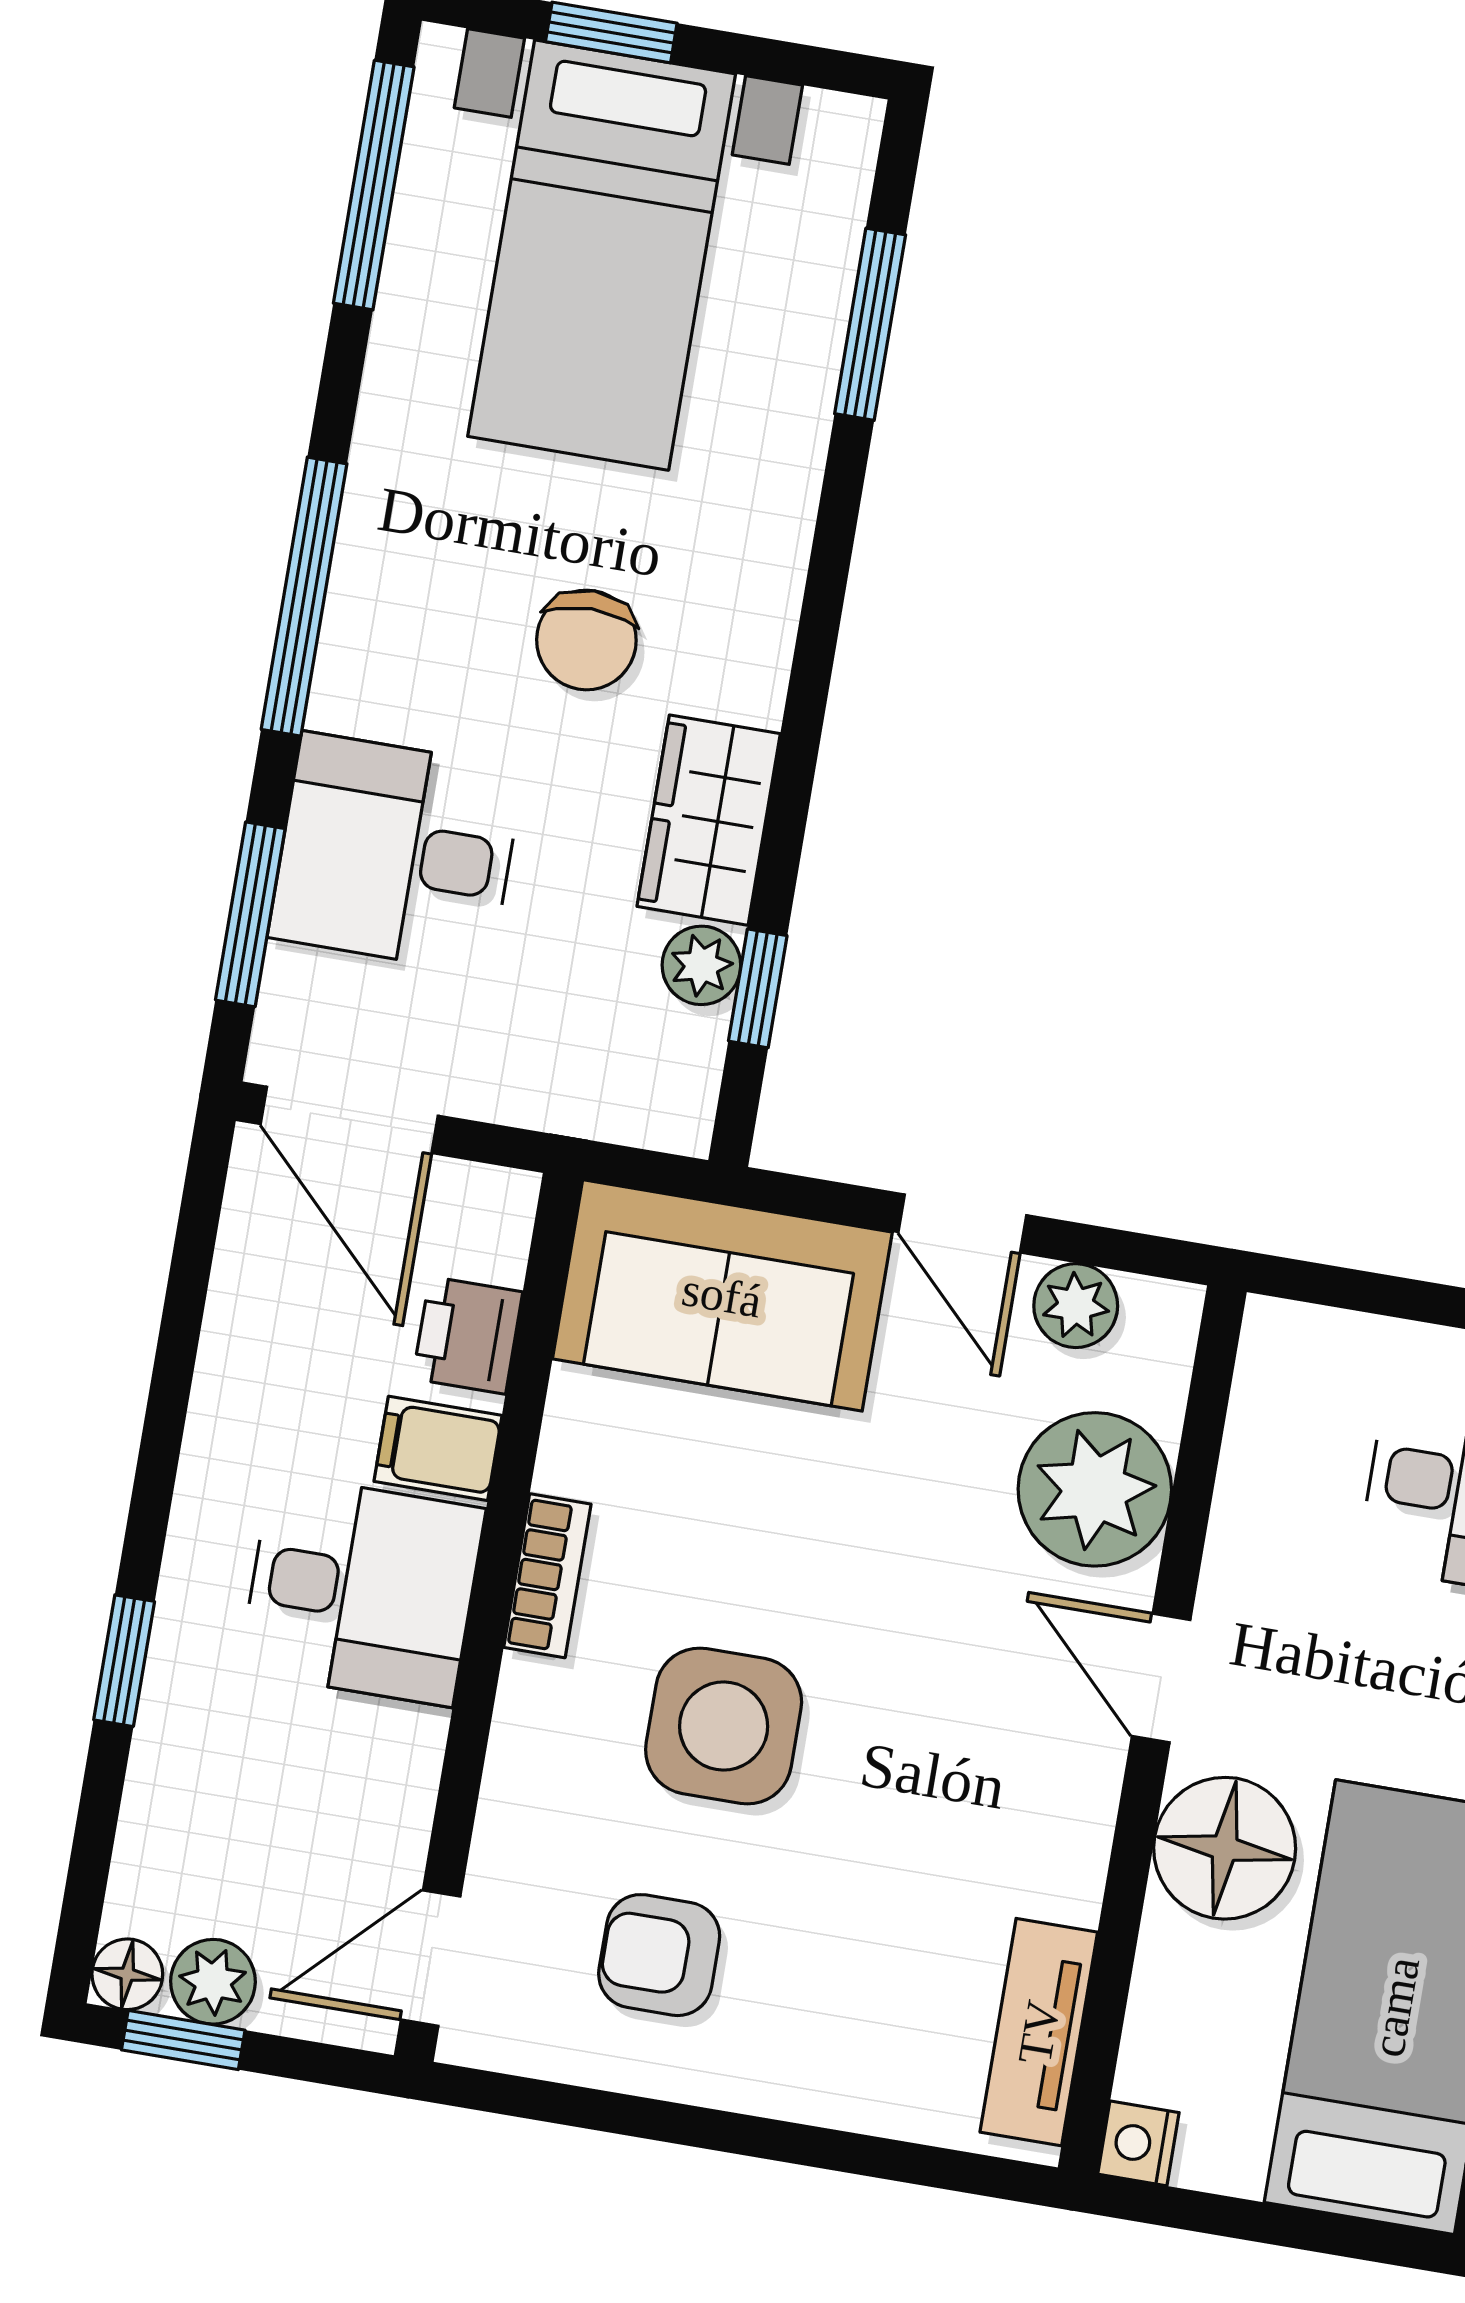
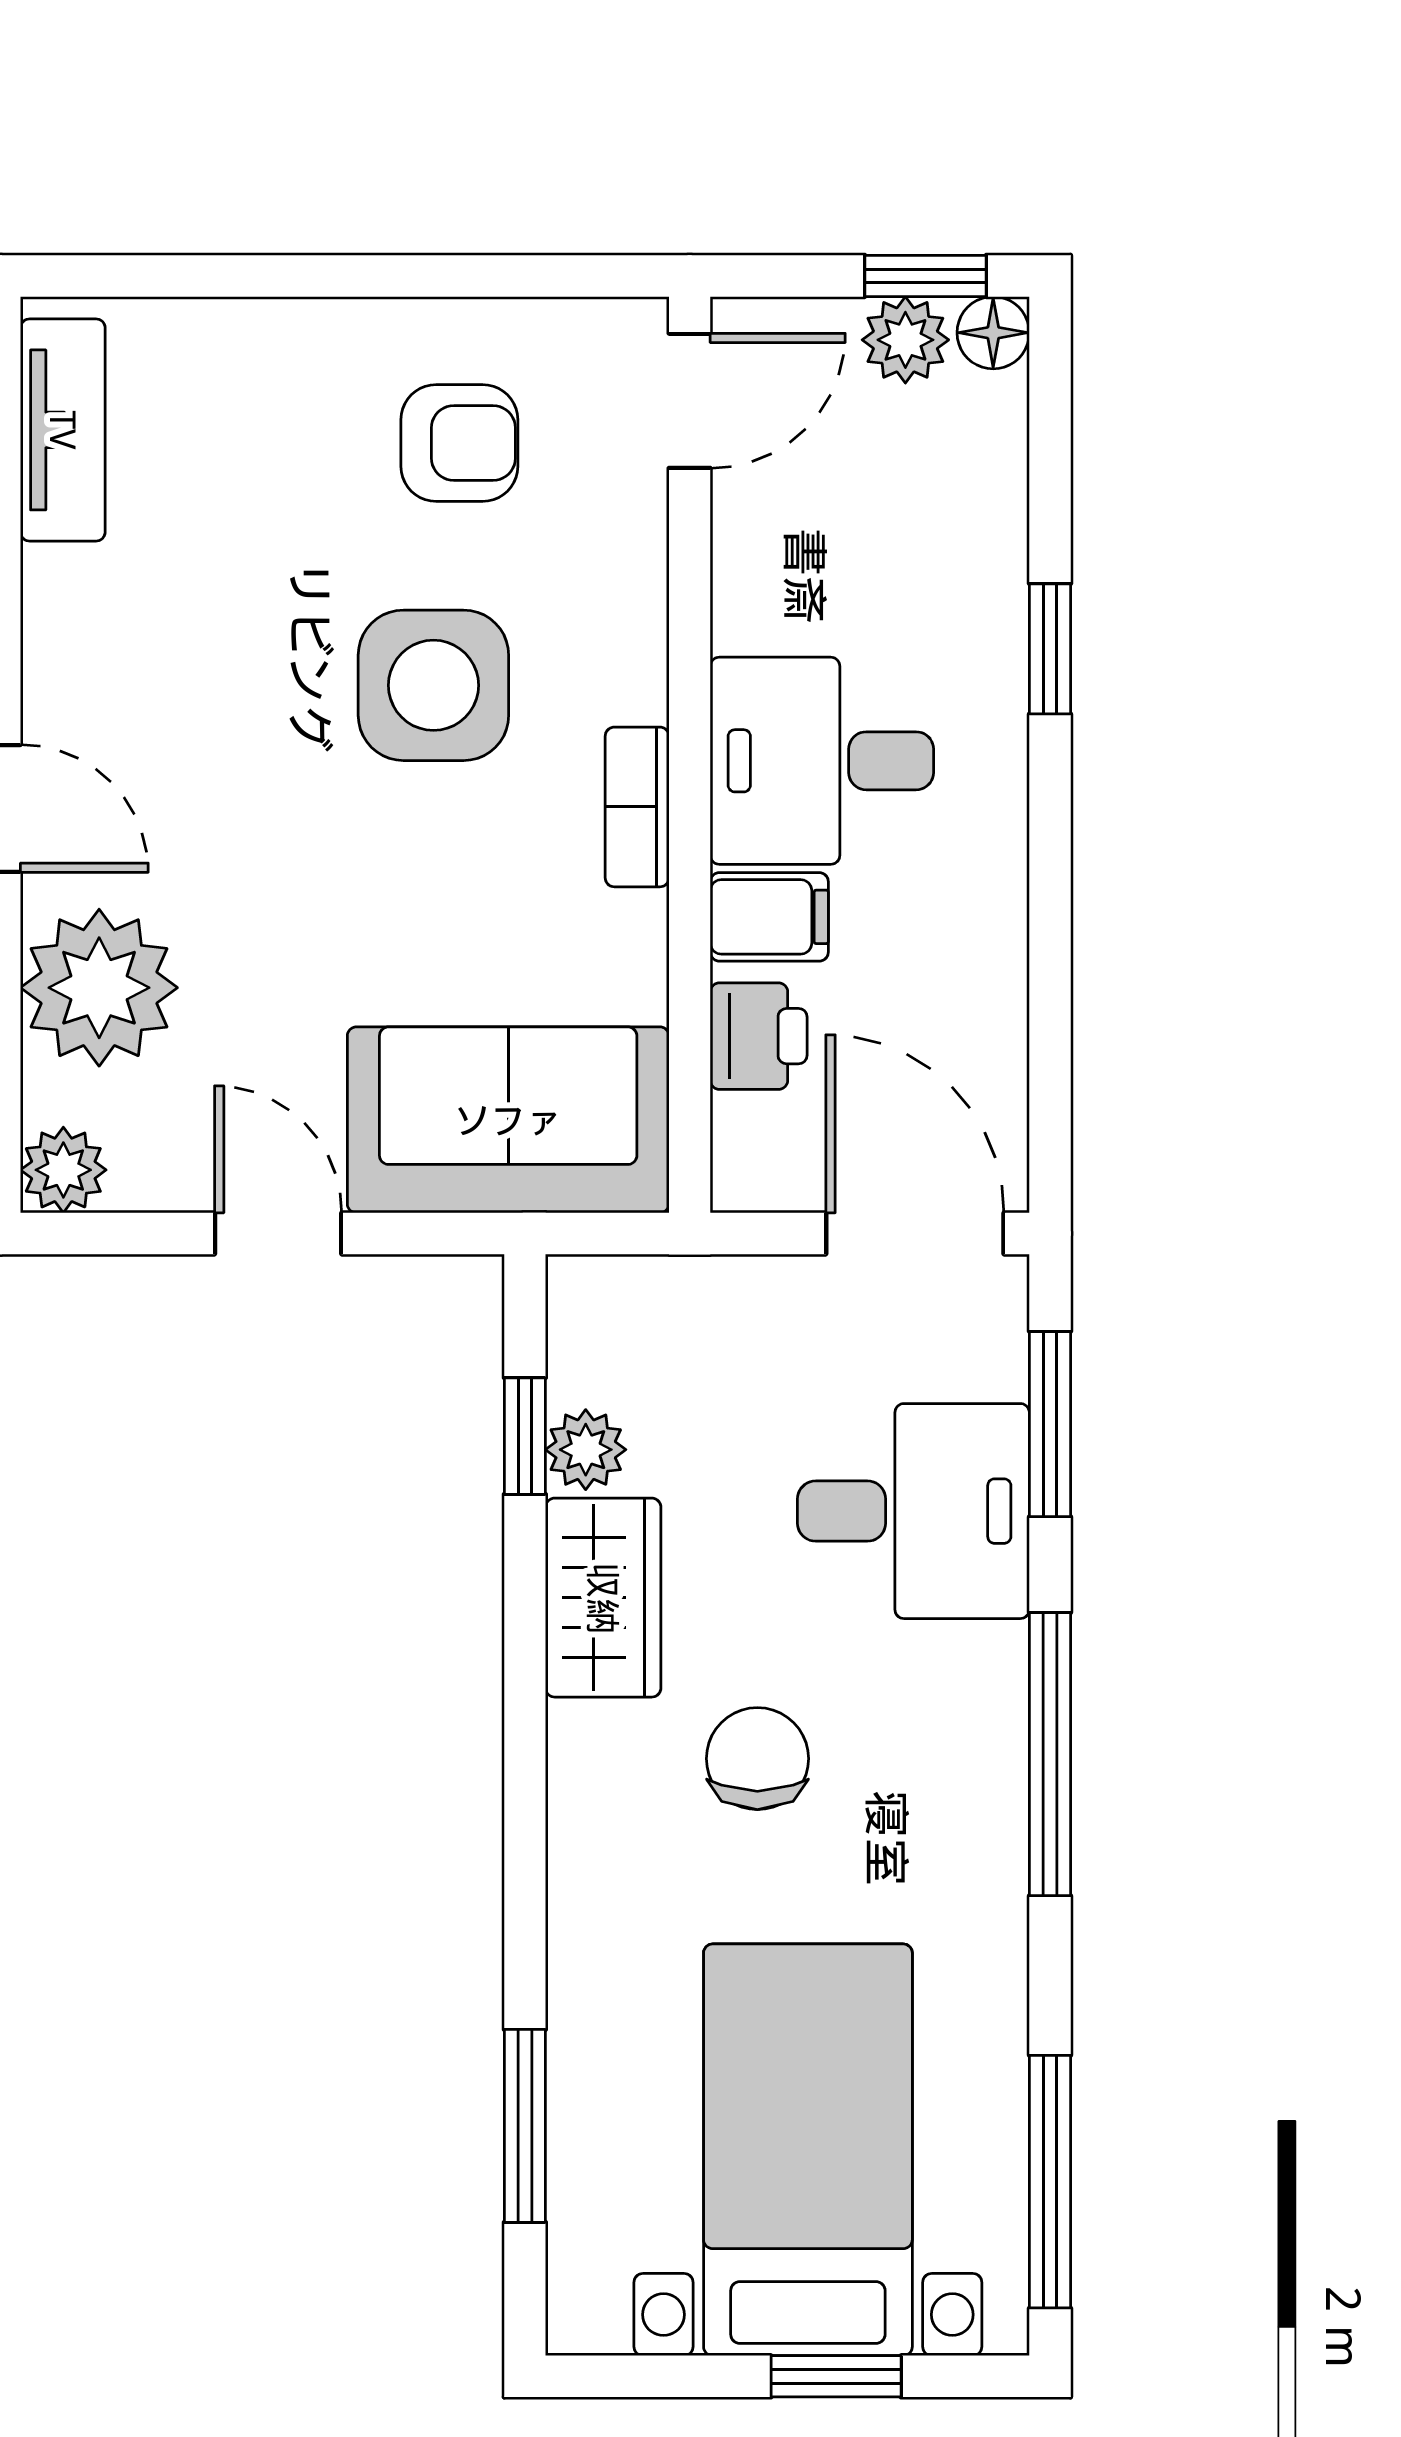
plant: (1076, 1306) -> (63, 1170), moved

